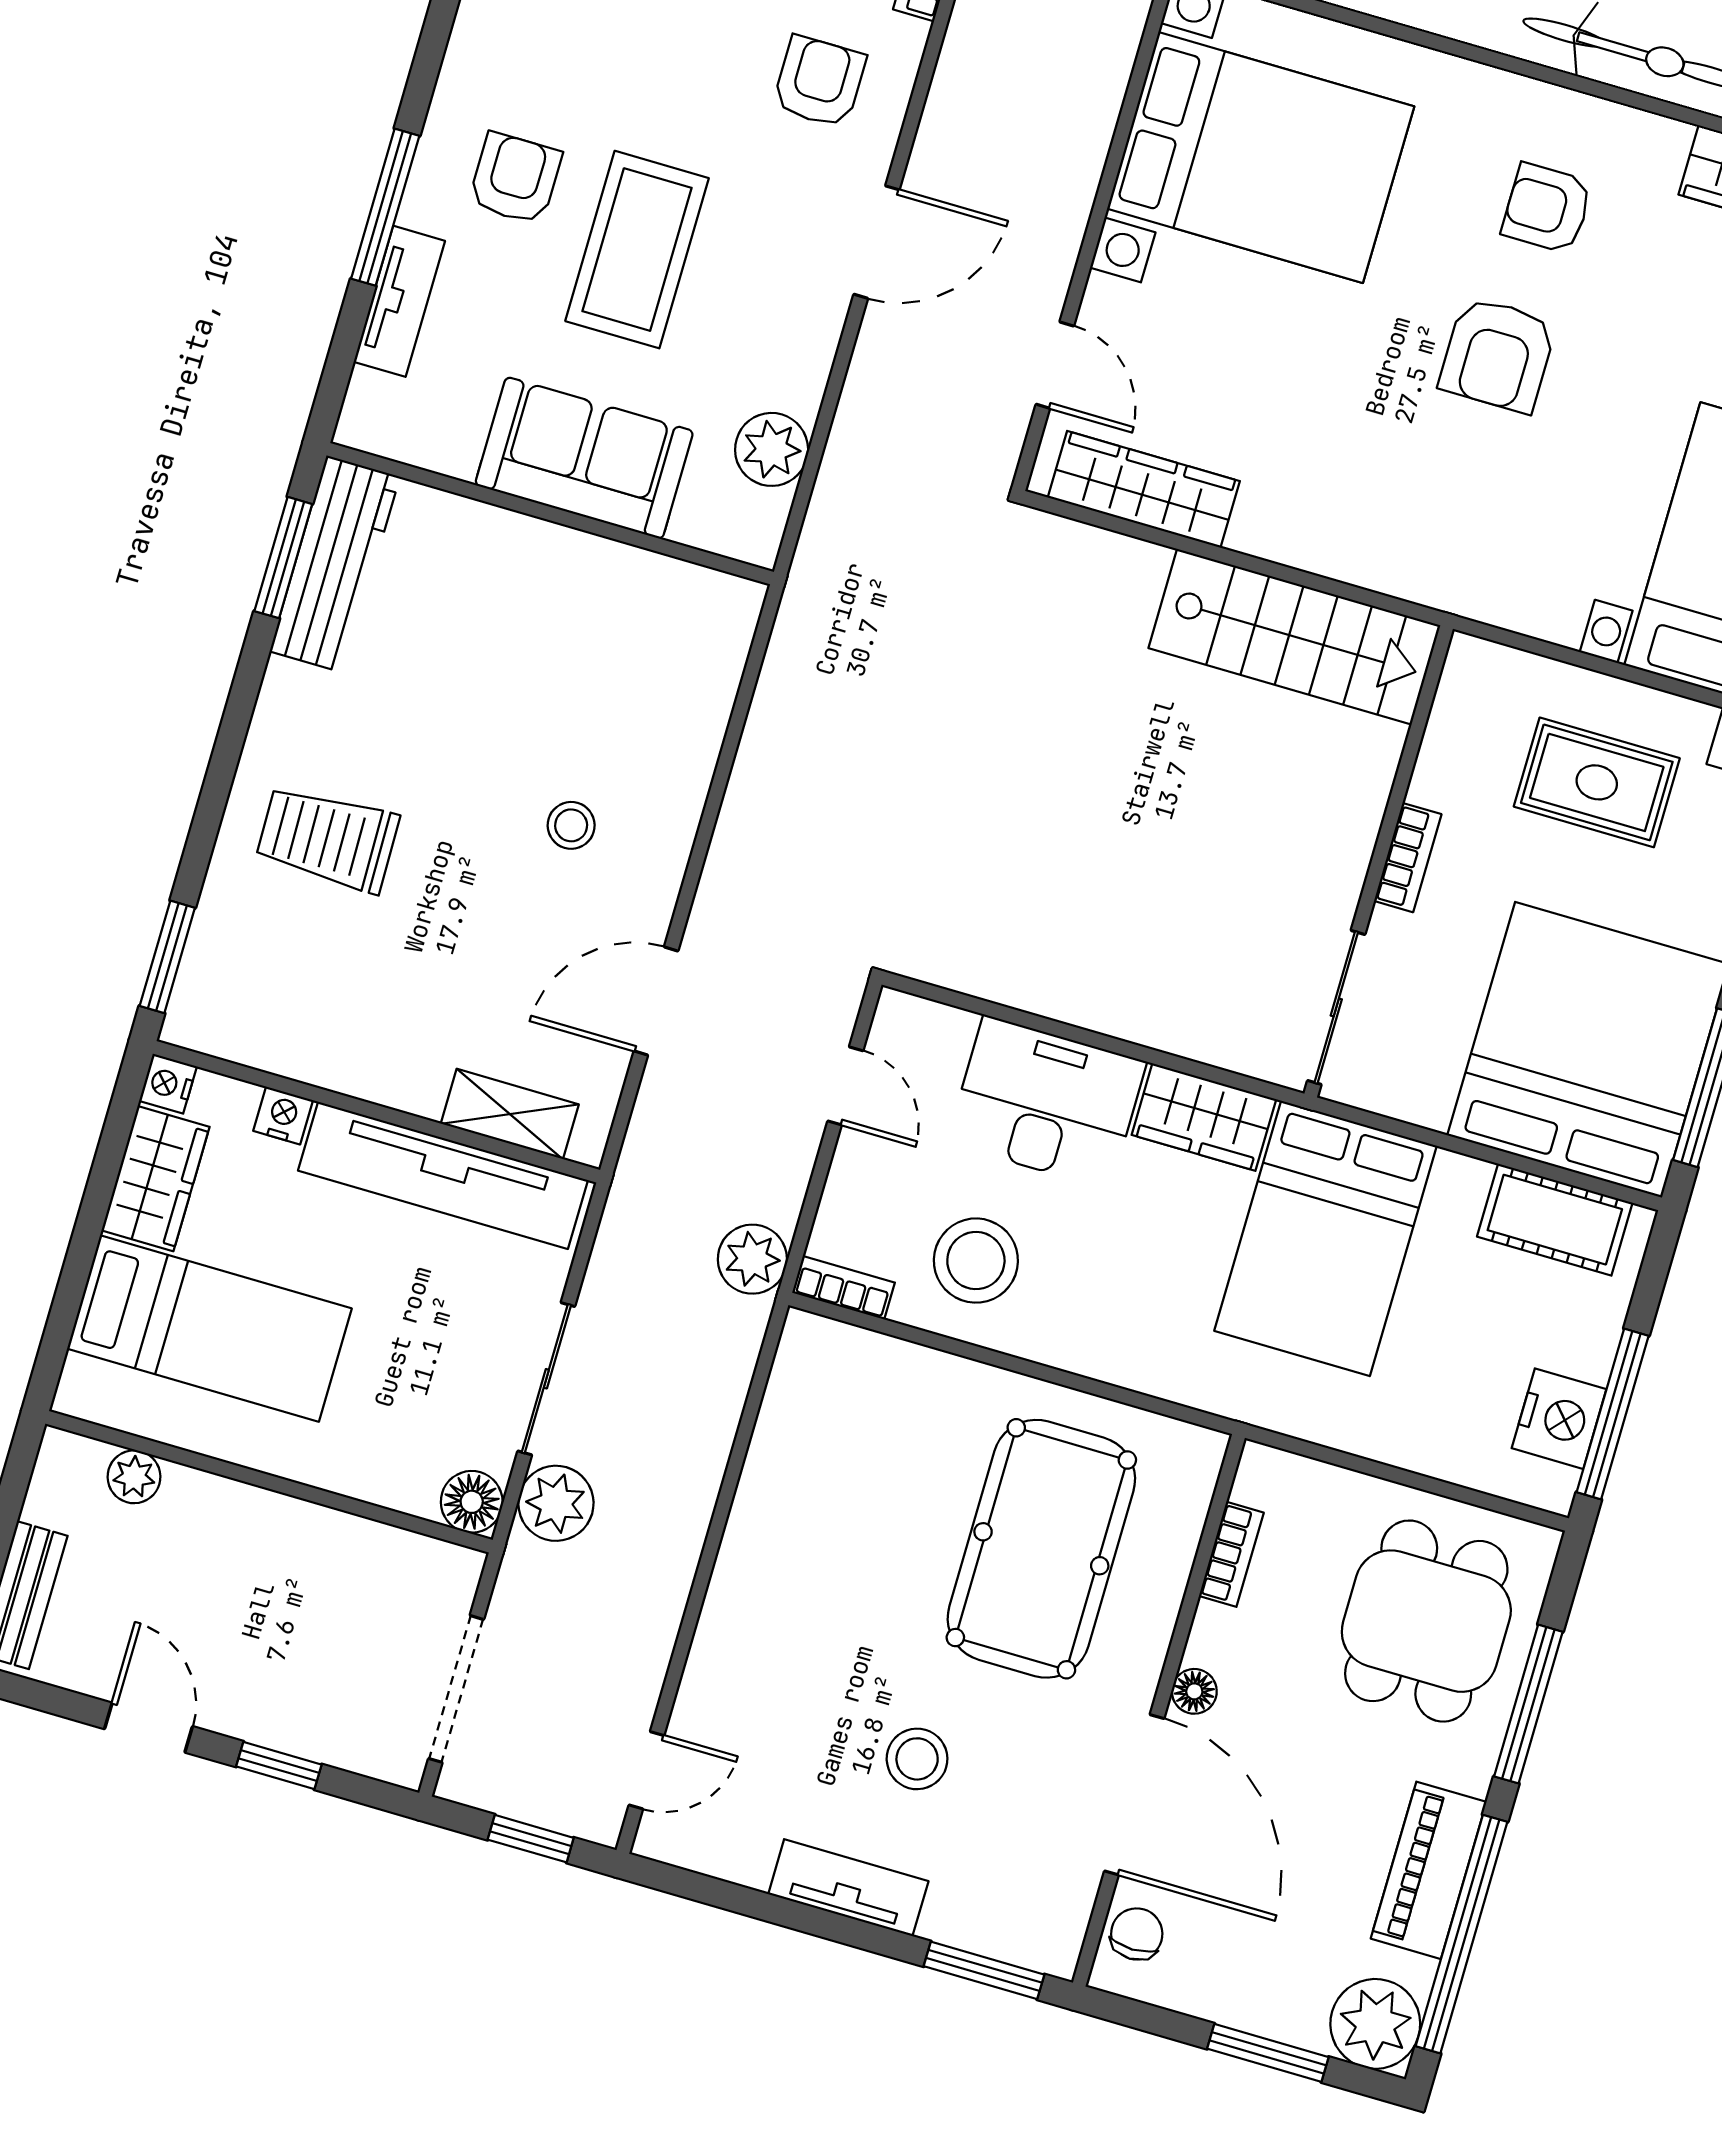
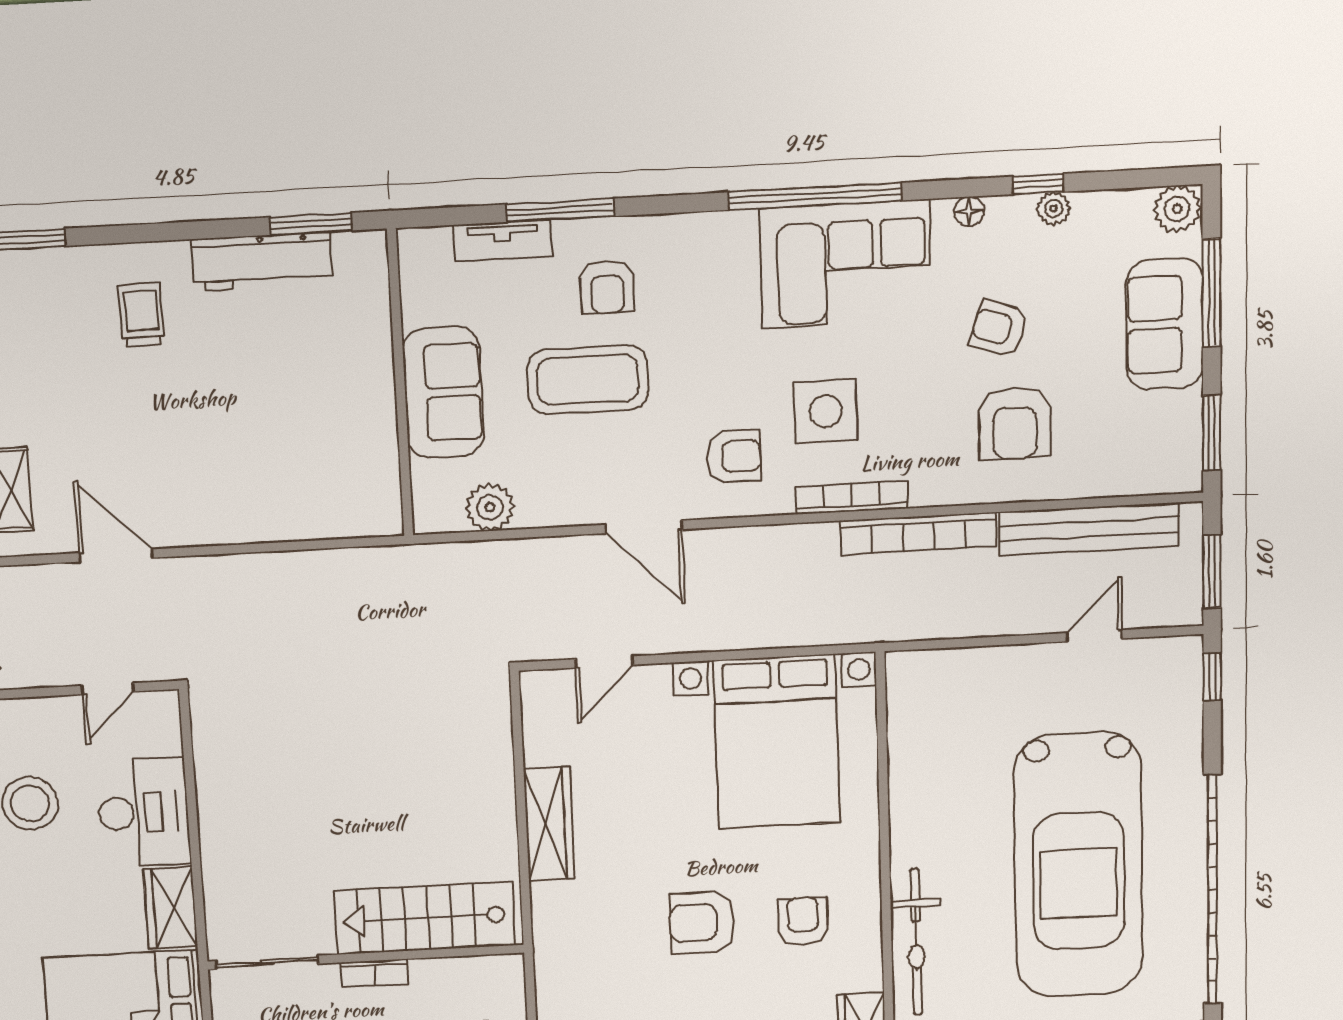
armchair: (515, 178) -> (607, 287), turned 90
wardrobe: (1144, 489) -> (549, 824), moved
workbench: (335, 564) -> (262, 261), moved
stairs: (1294, 637) -> (424, 918), moved, turned 90
stool: (571, 825) -> (207, 465), removed
trolley: (327, 839) -> (142, 315), width x0.73, depth x0.72

